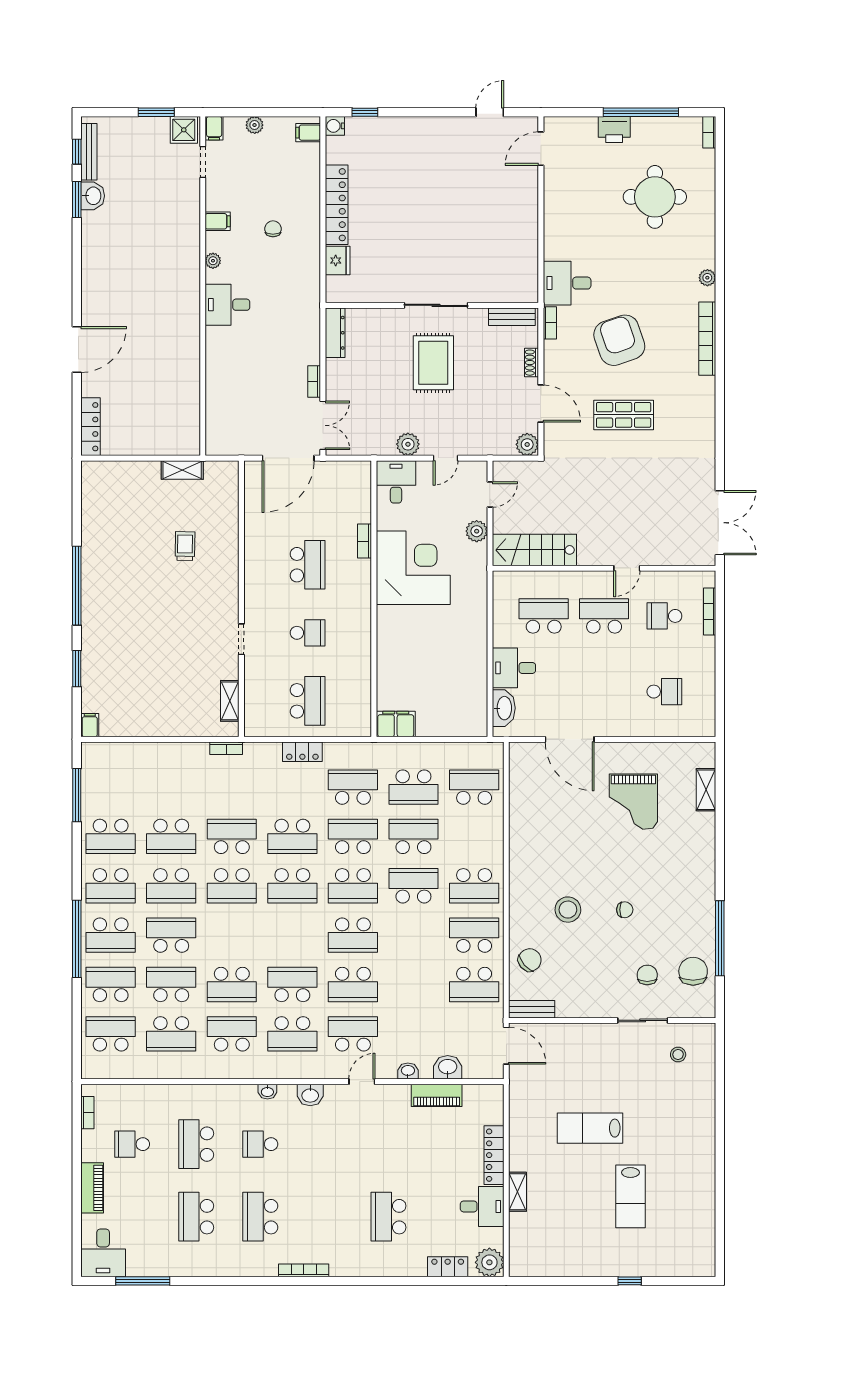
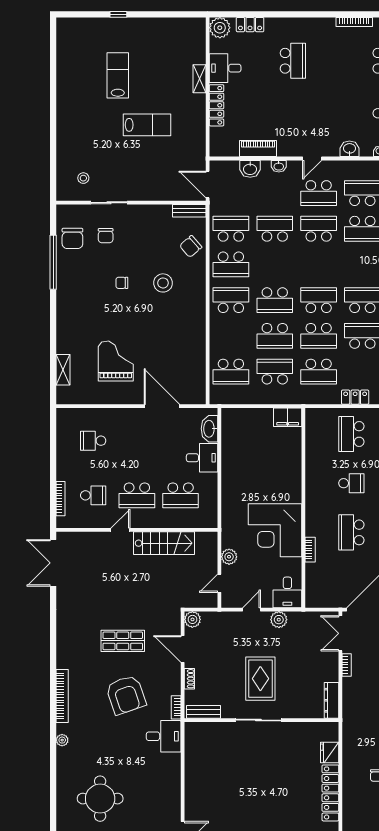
stairs: (534, 550) -> (164, 543), moved
school desk: (308, 633) -> (351, 483), turned 180
school desk: (353, 935) -> (275, 229), moved

